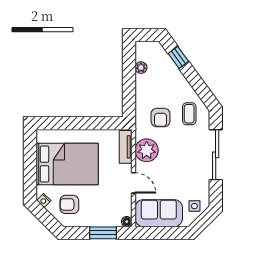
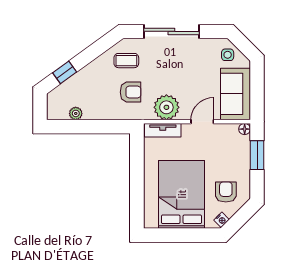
armchair: (69, 204) -> (226, 192), turned 180

